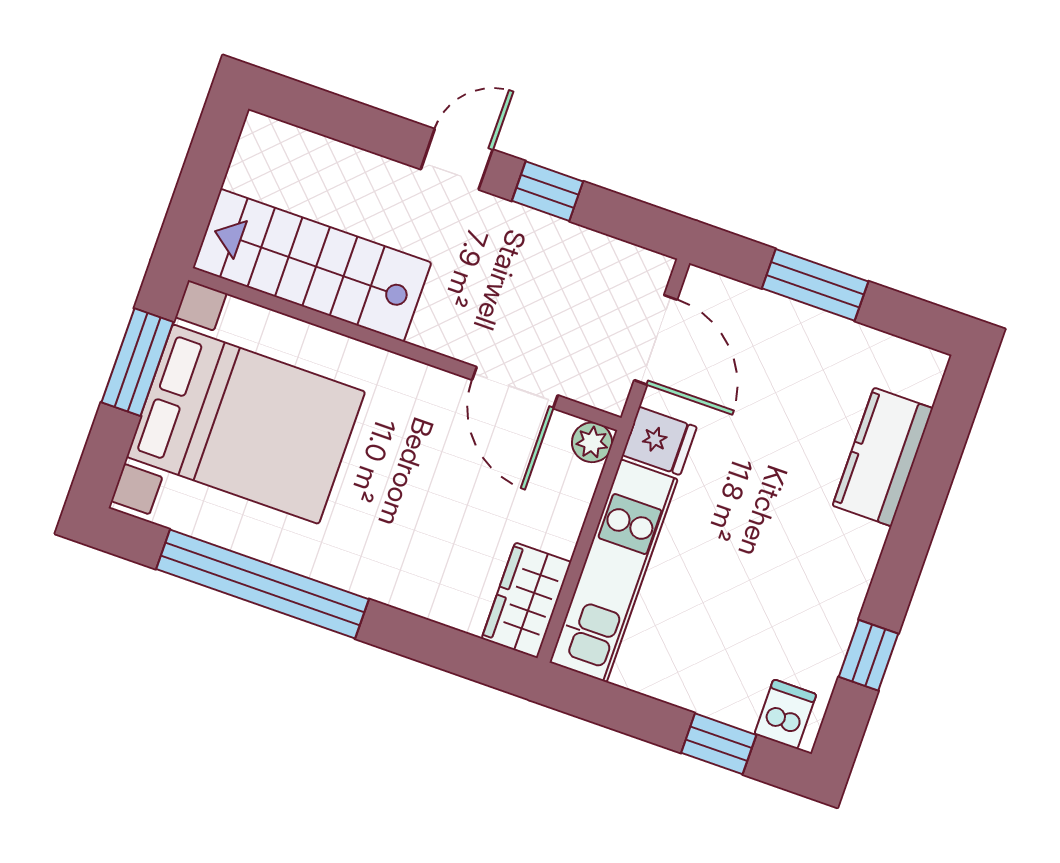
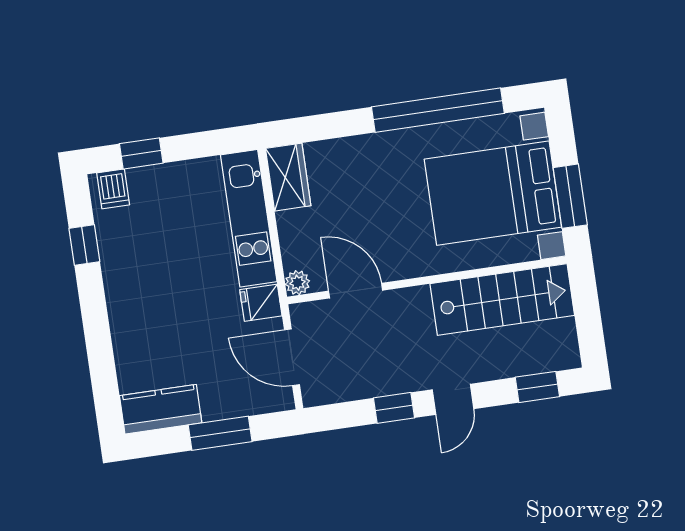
window: (327, 114) -> (537, 387), added
kitchen counter: (883, 457) -> (161, 409), moved, turned -90

